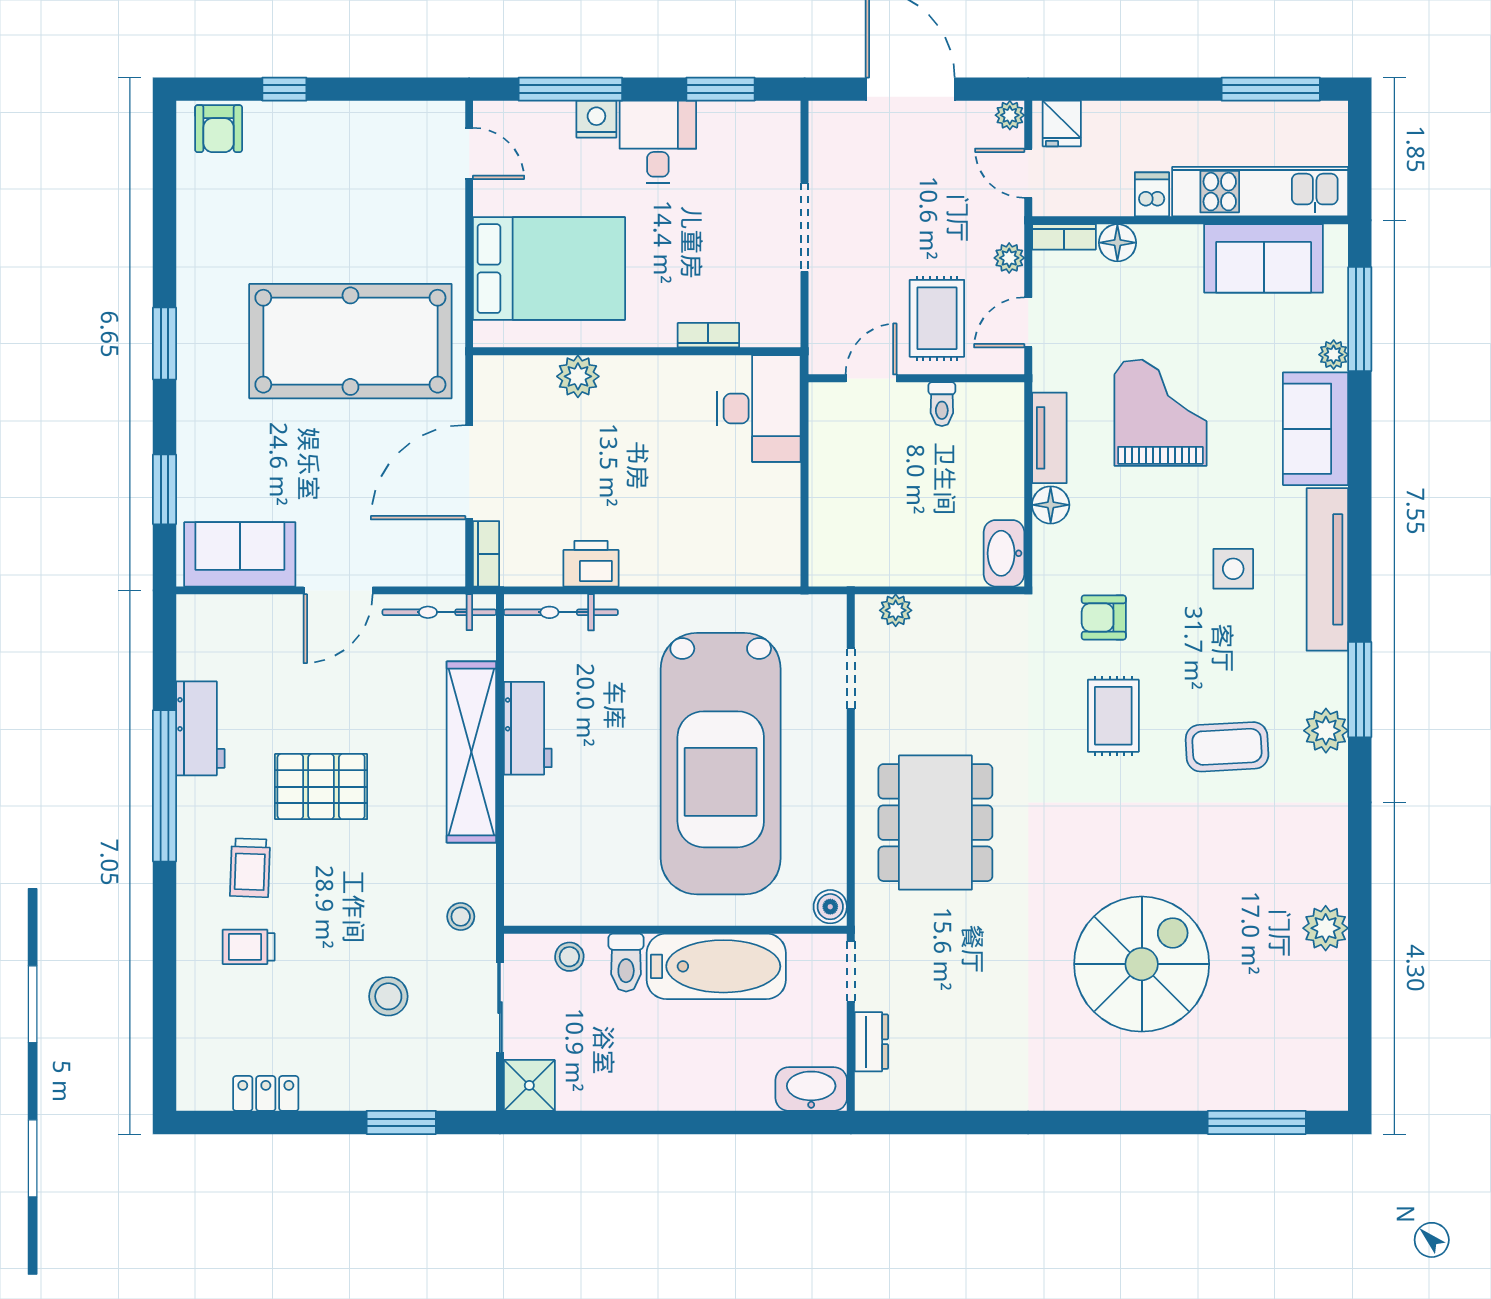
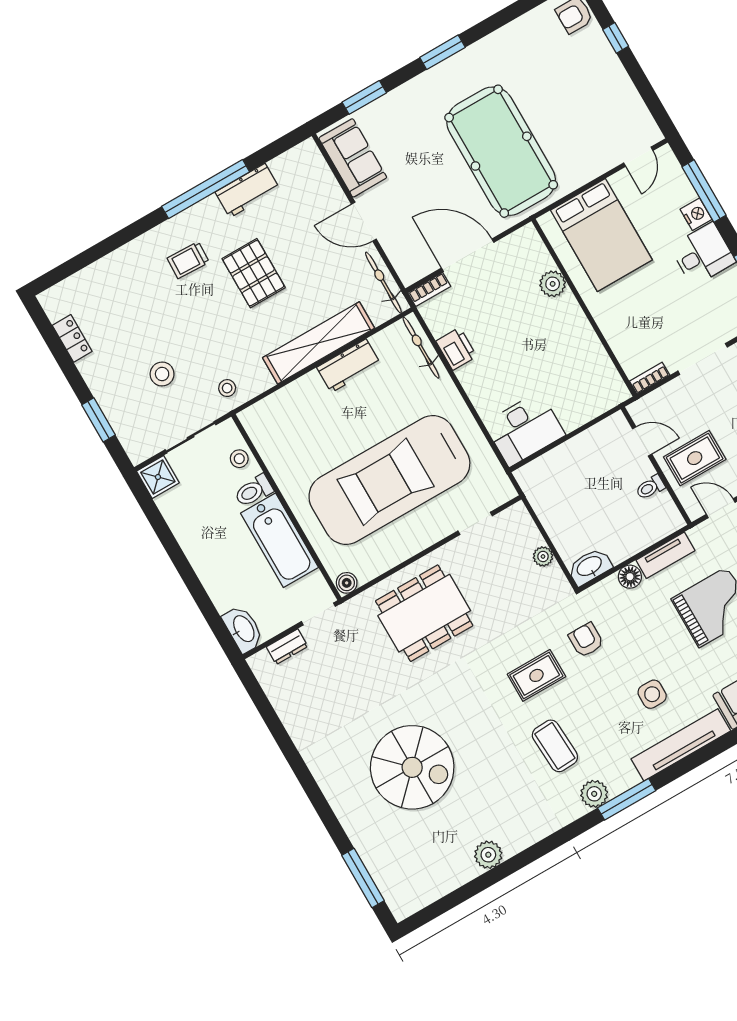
bookcase: (708, 335) -> (650, 378), moved, turned -90
desk: (759, 409) -> (525, 429), moved
plant: (896, 610) -> (543, 556), moved
trolley: (249, 947) -> (145, 284), removed

